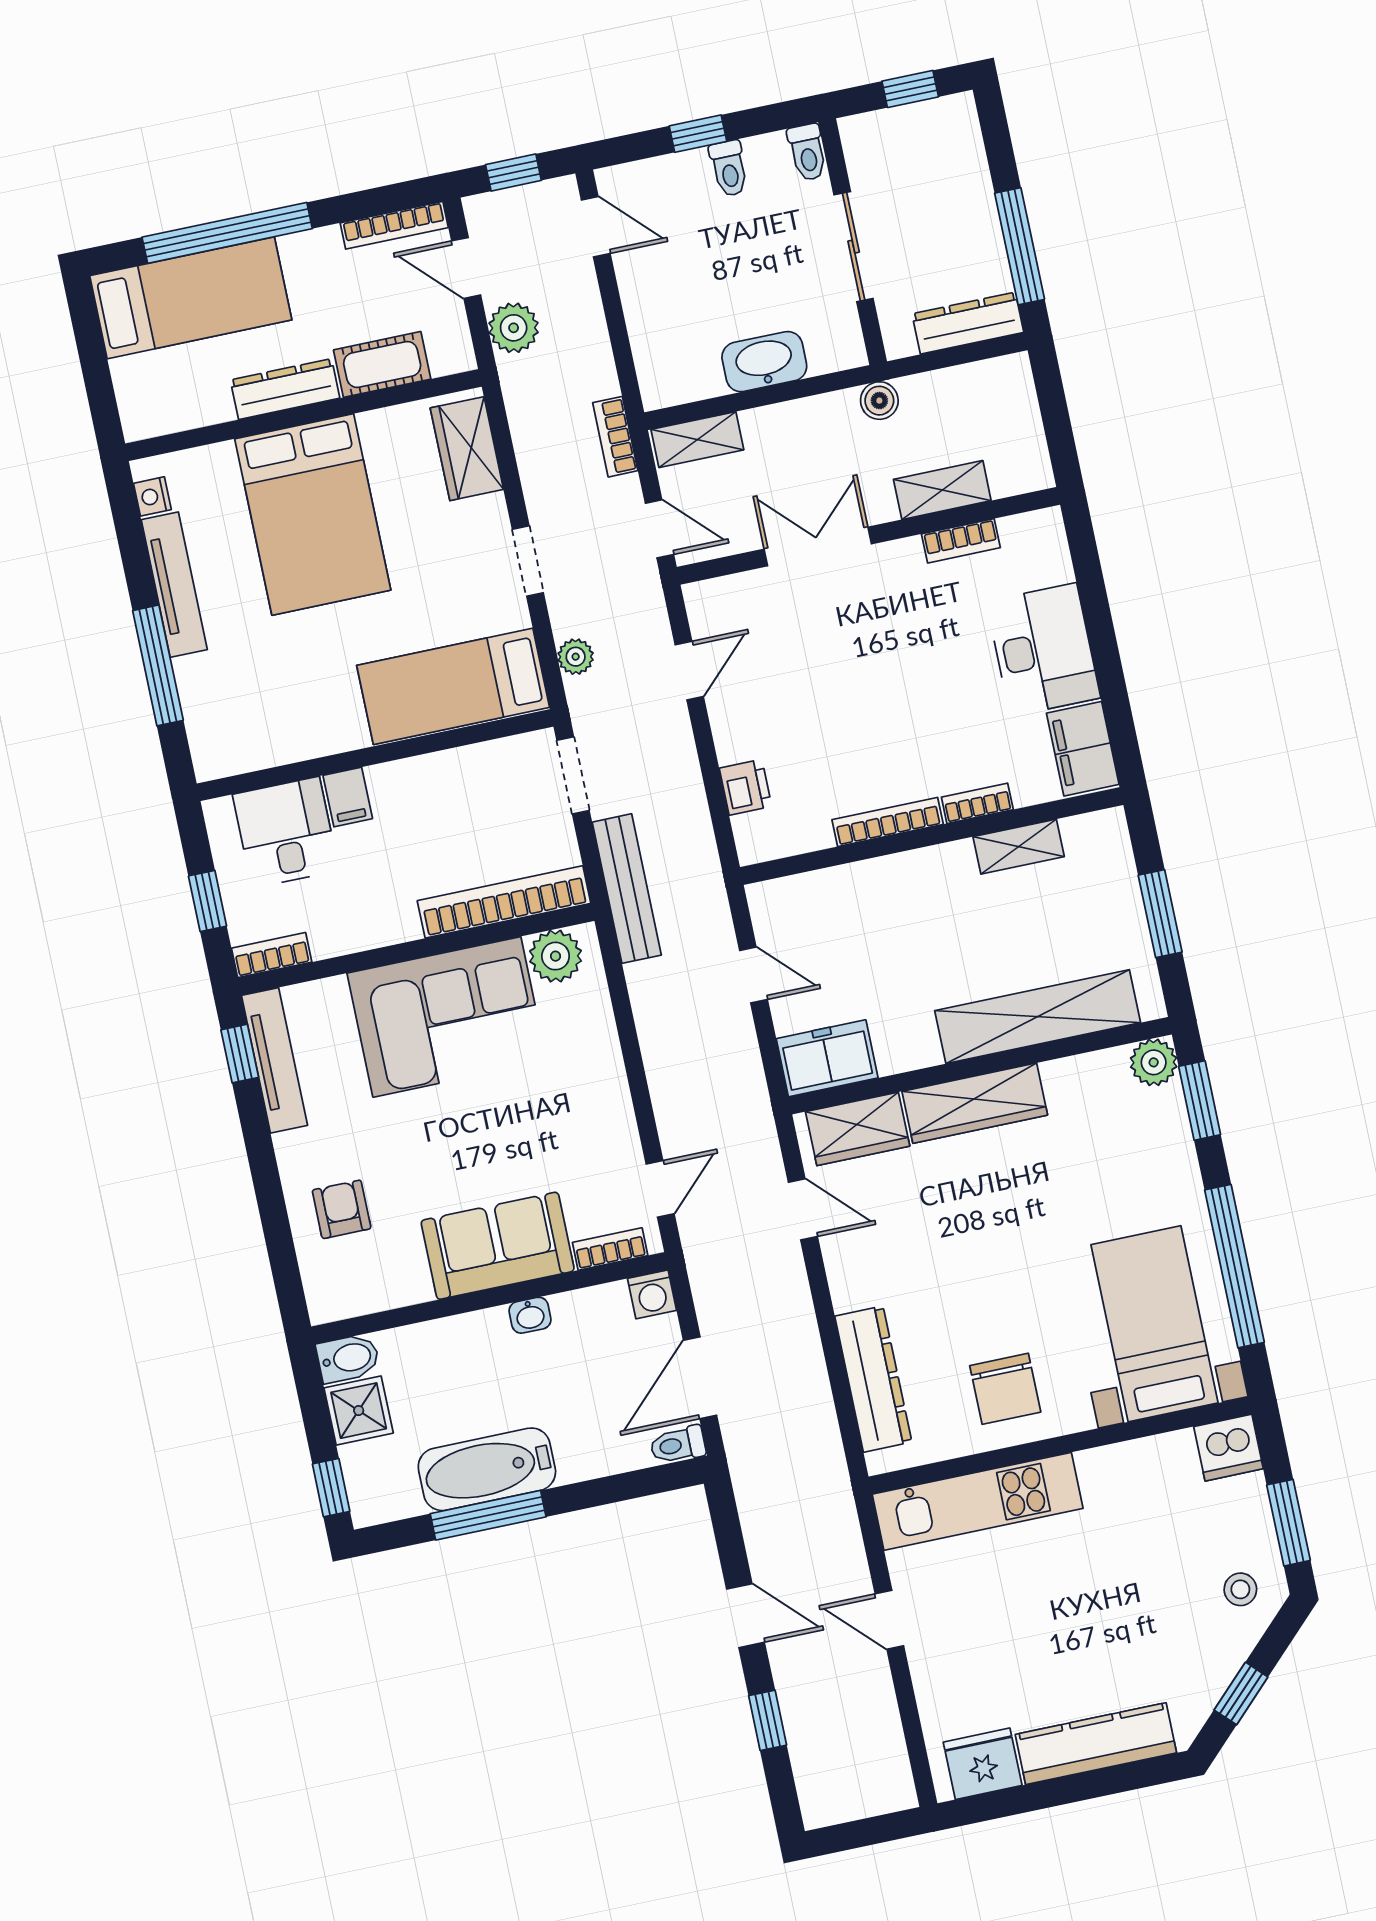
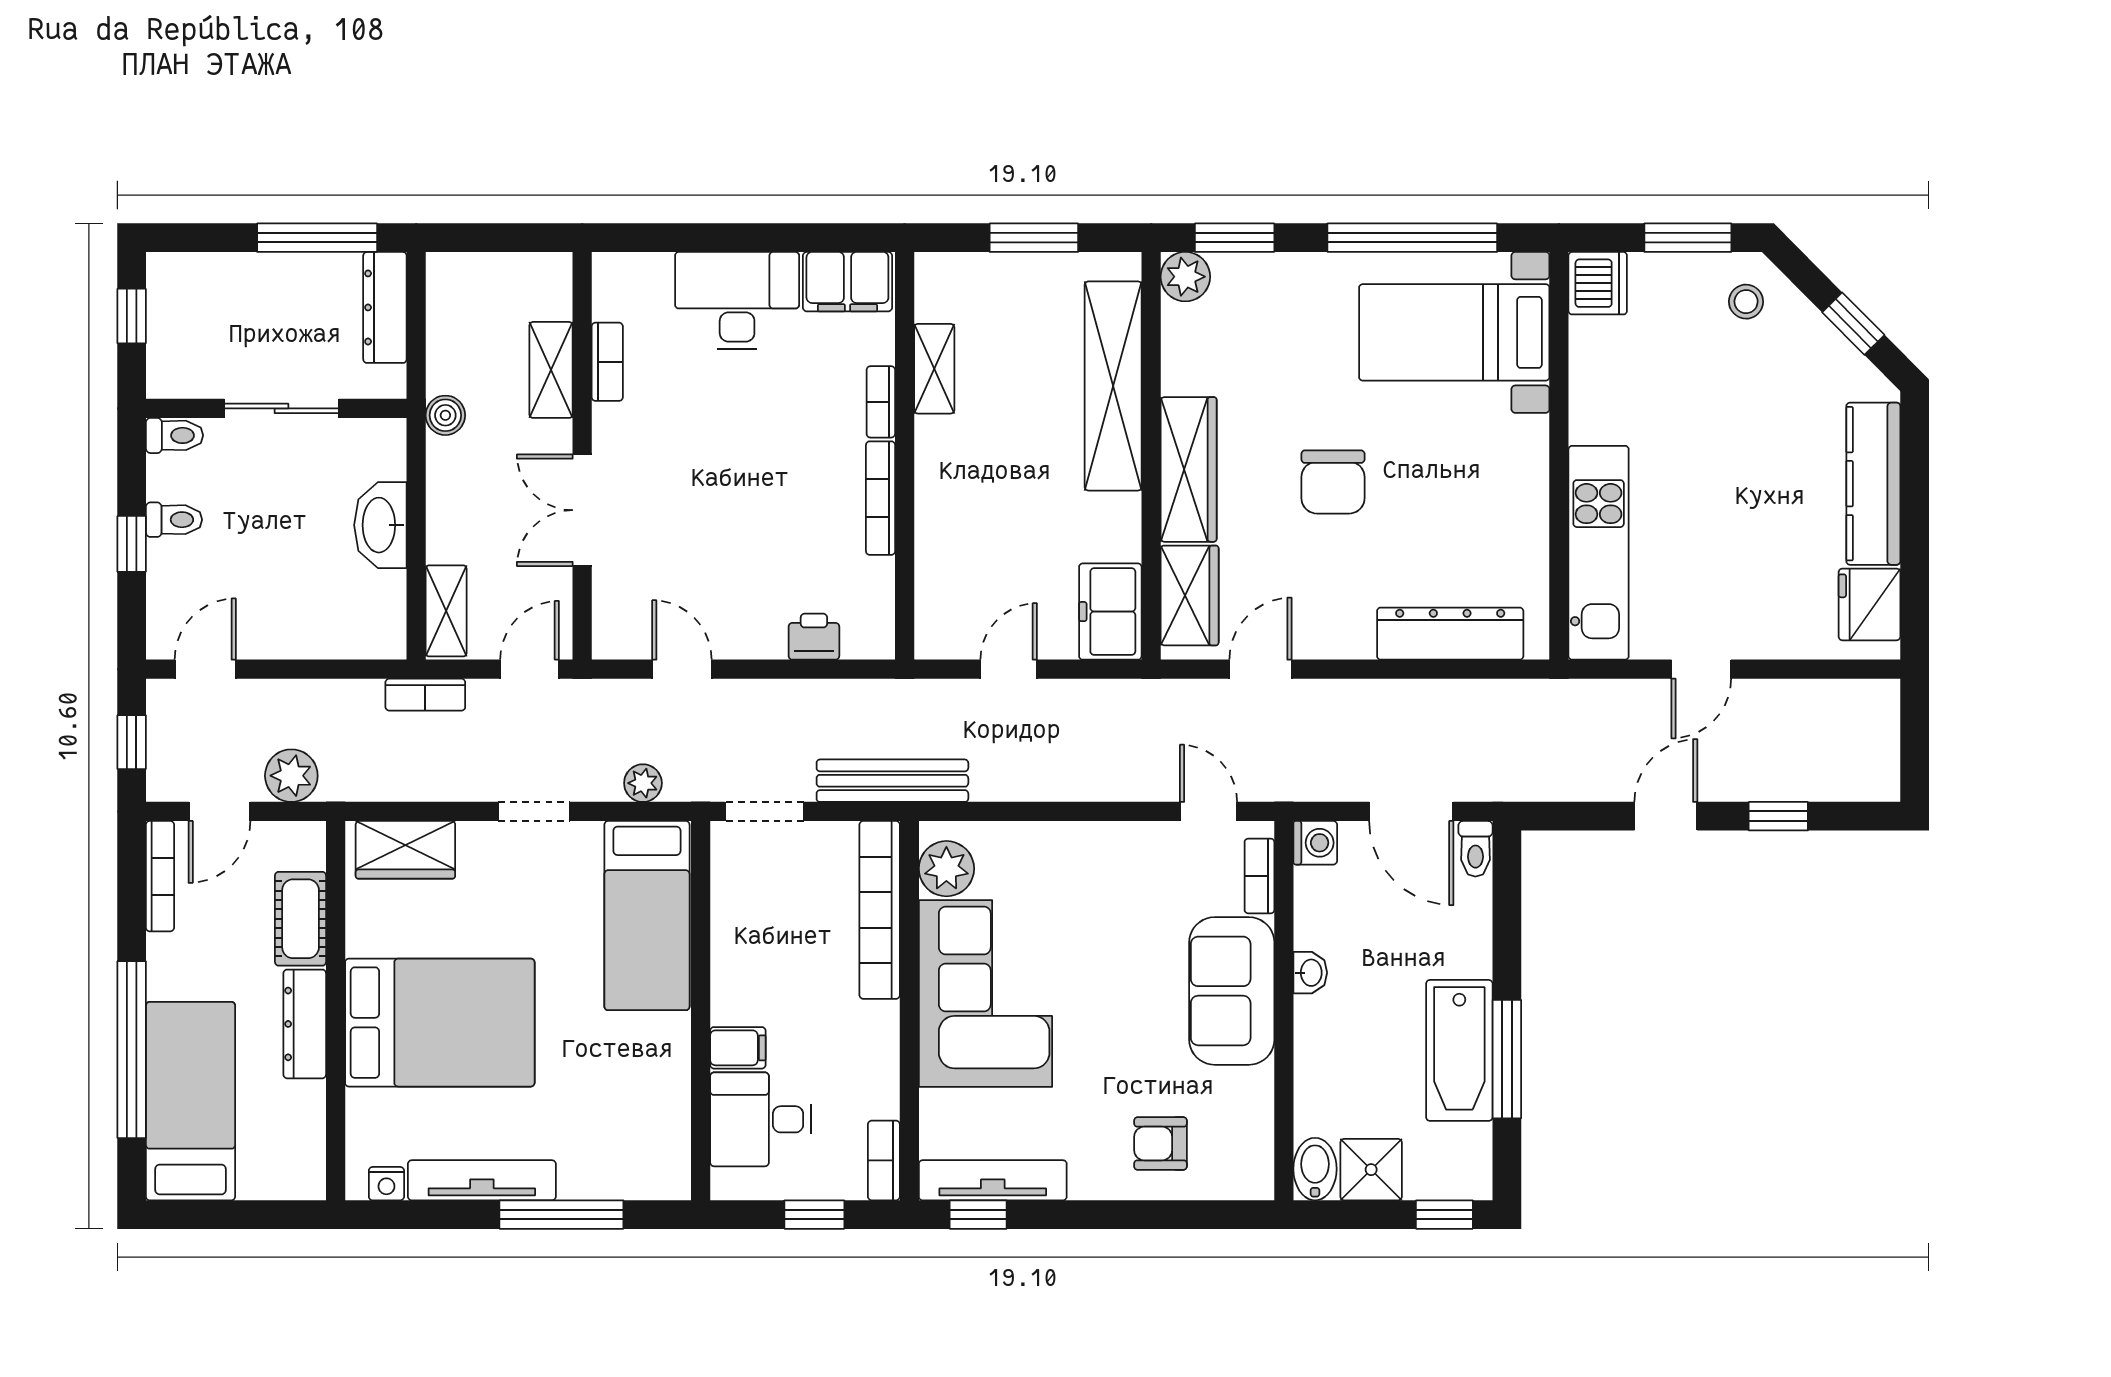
chair: (1005, 1389) -> (1333, 482), moved, turned 90

